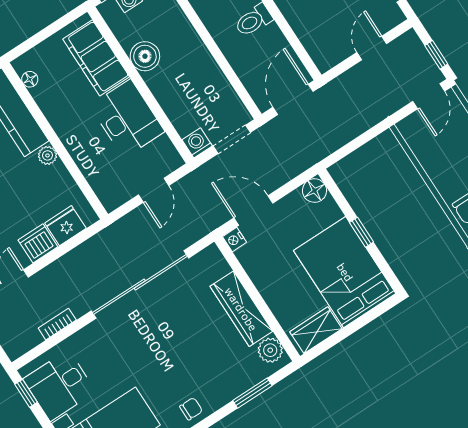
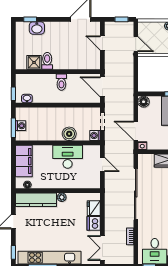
boiler: (145, 56) -> (69, 134), moved
filing cabinet: (96, 58) -> (24, 161), moved, turned -90
door: (429, 96) -> (136, 44), moved
door: (253, 210) -> (136, 131), hinge flipped

